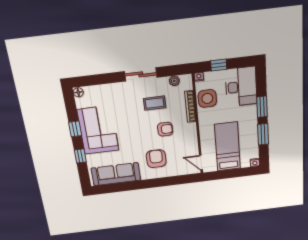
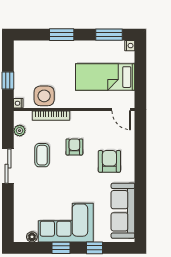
desk: (241, 87) -> (35, 57), removed
floor lamp: (78, 92) -> (32, 237), moved
window: (263, 134) -> (109, 35), moved
armchair: (156, 159) -> (109, 161), turned 90
door: (201, 162) -> (121, 110), hinge flipped

